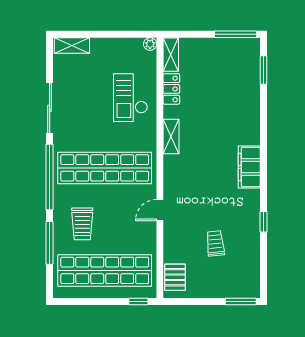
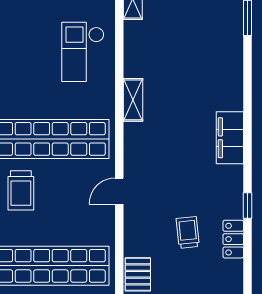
locker: (171, 89) -> (233, 239), moved, turned 180
trolley: (82, 224) -> (21, 190), moved

